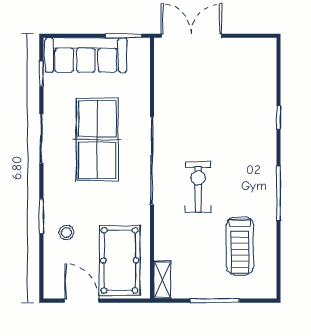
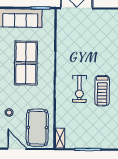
exercise bike: (198, 187) -> (79, 89), turned 180
treadmill: (240, 246) -> (102, 91), moved

